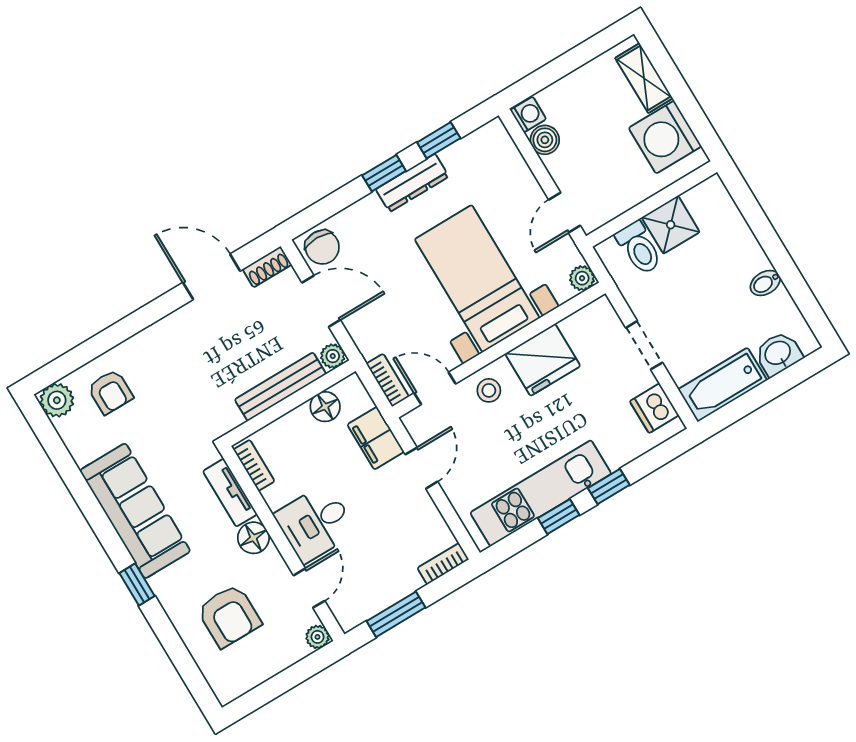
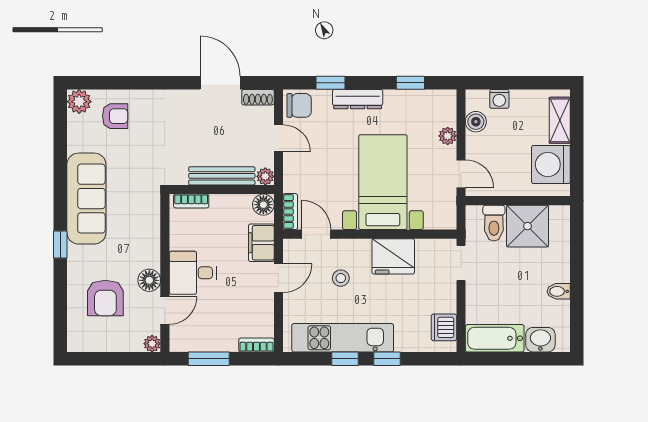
washing machine: (528, 115) -> (499, 99), moved, turned 90
window: (384, 173) -> (331, 83), moved
dresser: (412, 183) -> (358, 99), moved
door: (564, 213) -> (461, 174), swing flipped
shower: (671, 225) -> (528, 226), width x1.36, depth x1.36
chair: (322, 247) -> (299, 105), turned -90
plant: (582, 278) -> (448, 136), moved
door: (321, 301) -> (278, 138), width x0.73
doorway: (644, 345) -> (461, 263), moved
stool: (489, 390) -> (341, 278), moved
armchair: (110, 392) -> (115, 116), turned -90
floor lamp: (325, 407) -> (263, 205), moved
bookcase: (254, 465) -> (191, 201), moved, turned 90
tv unit: (230, 493) -> (152, 222), removed
floor lamp: (253, 538) -> (149, 280), moved

